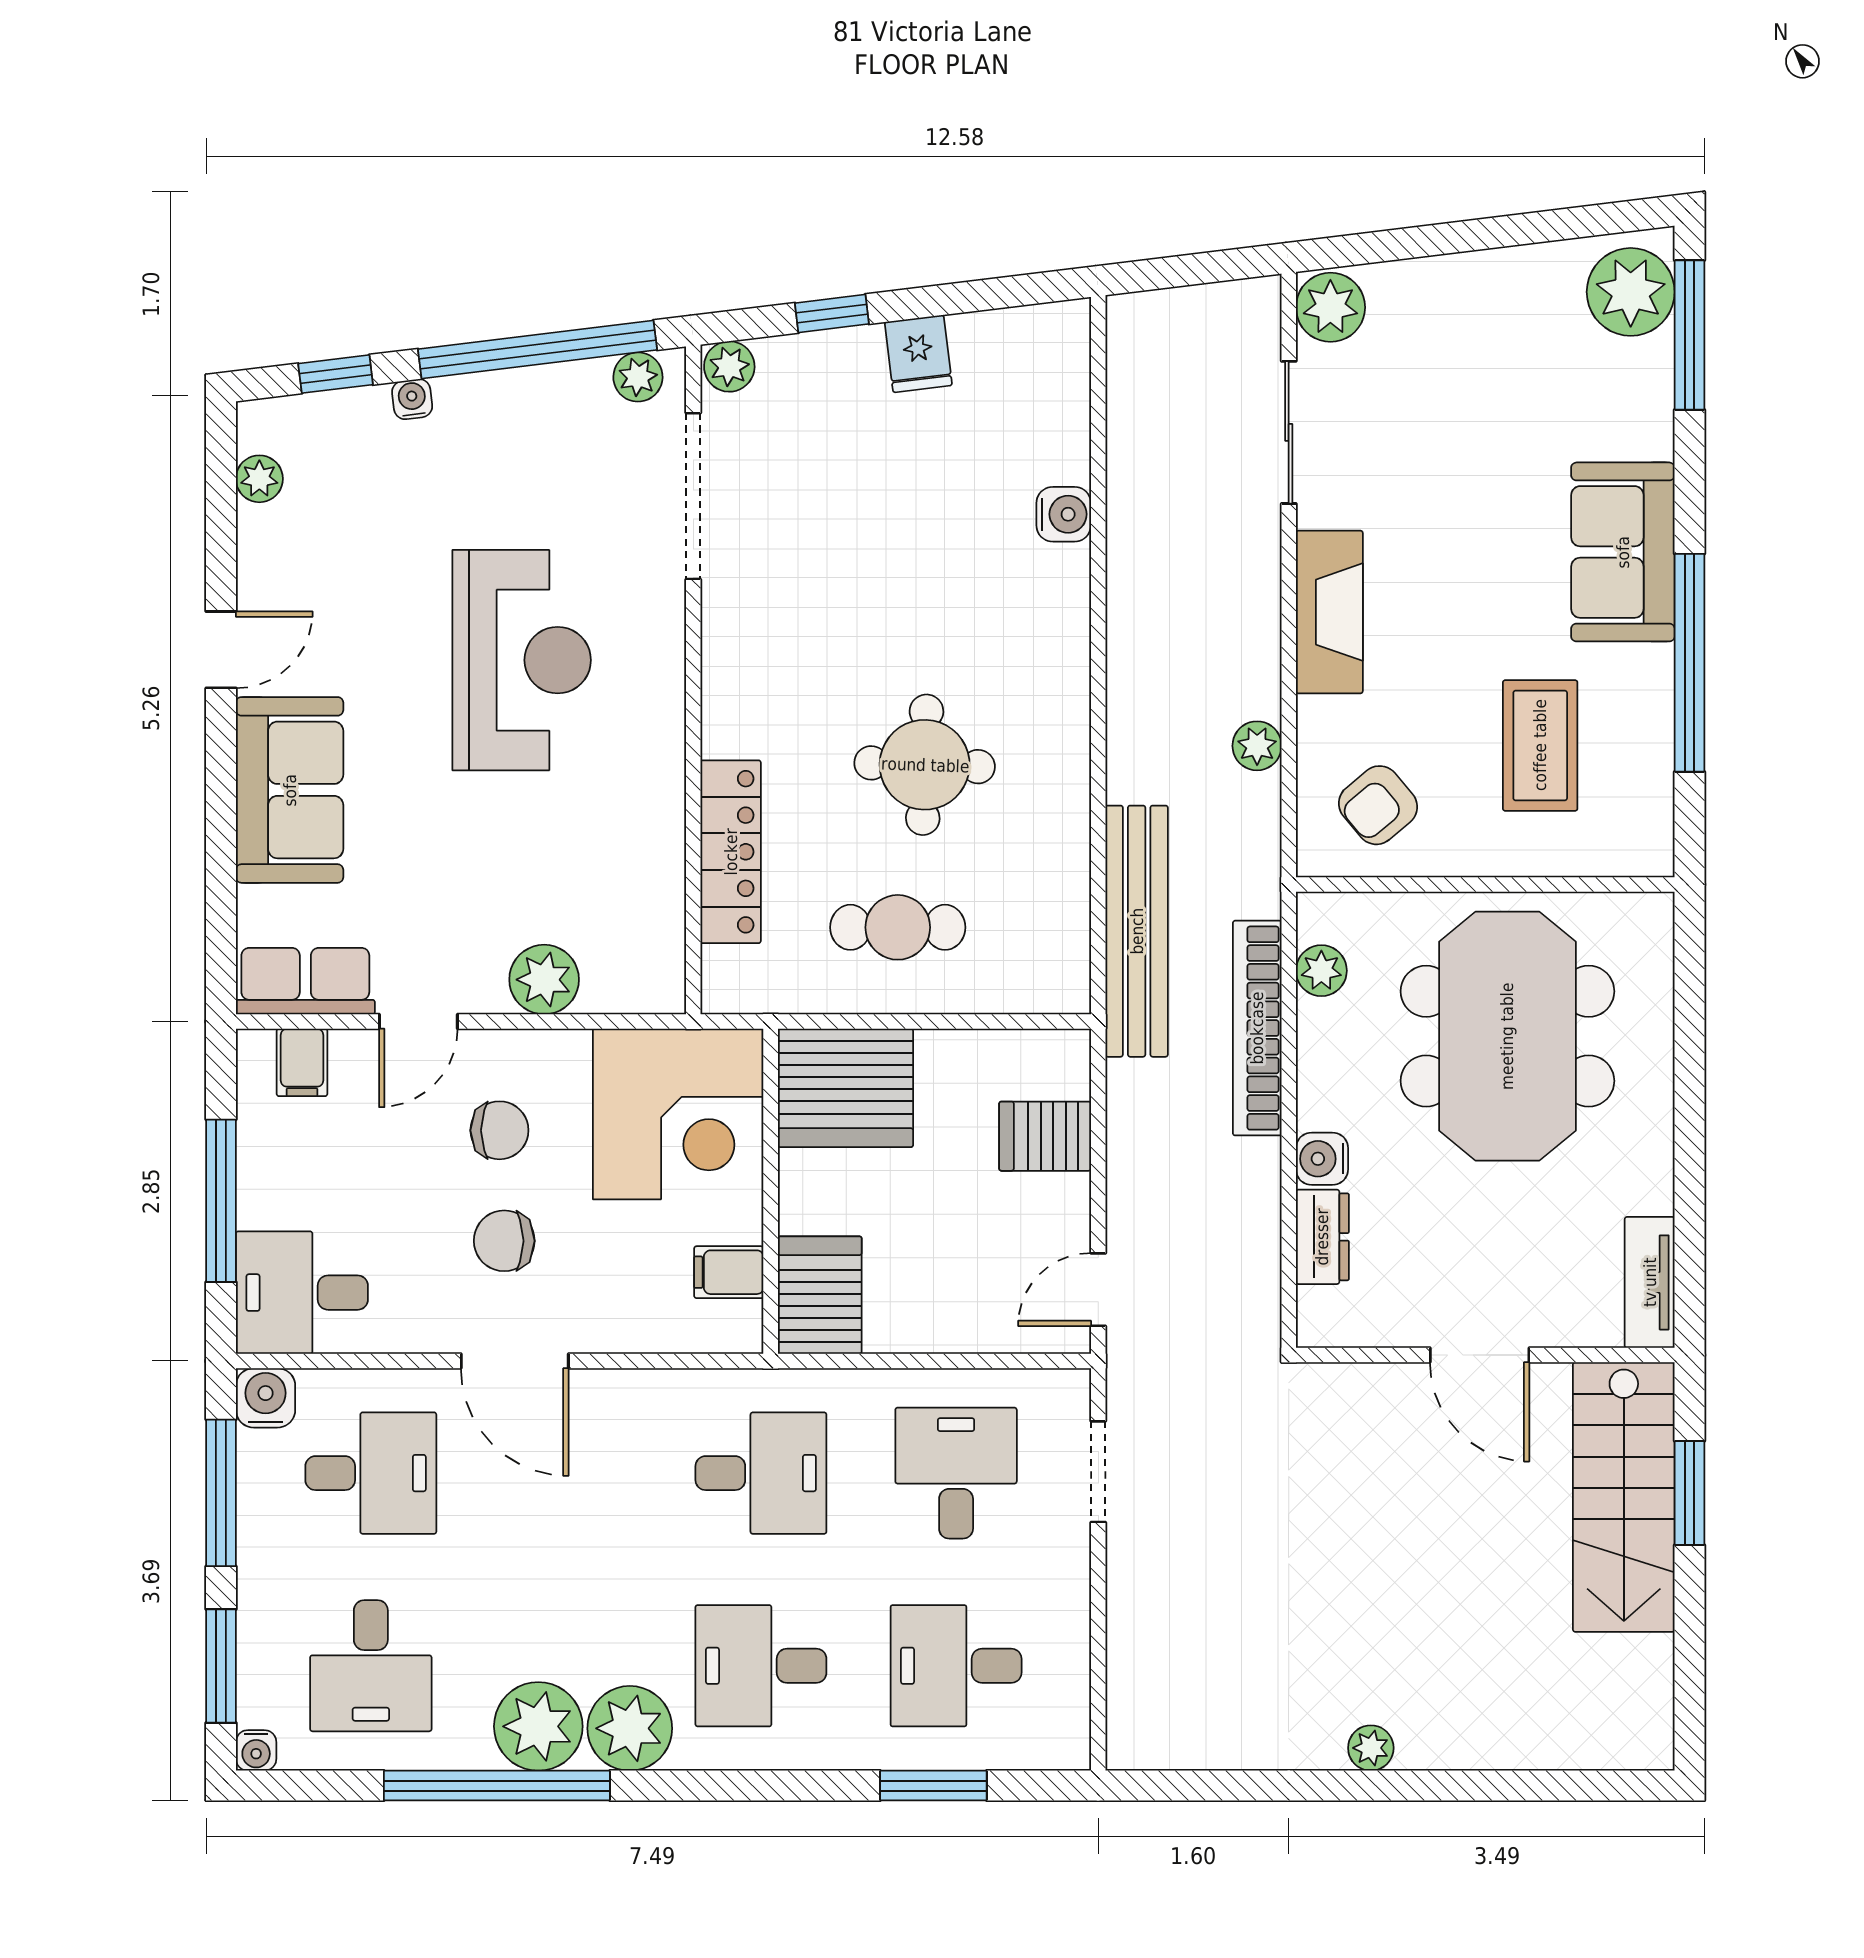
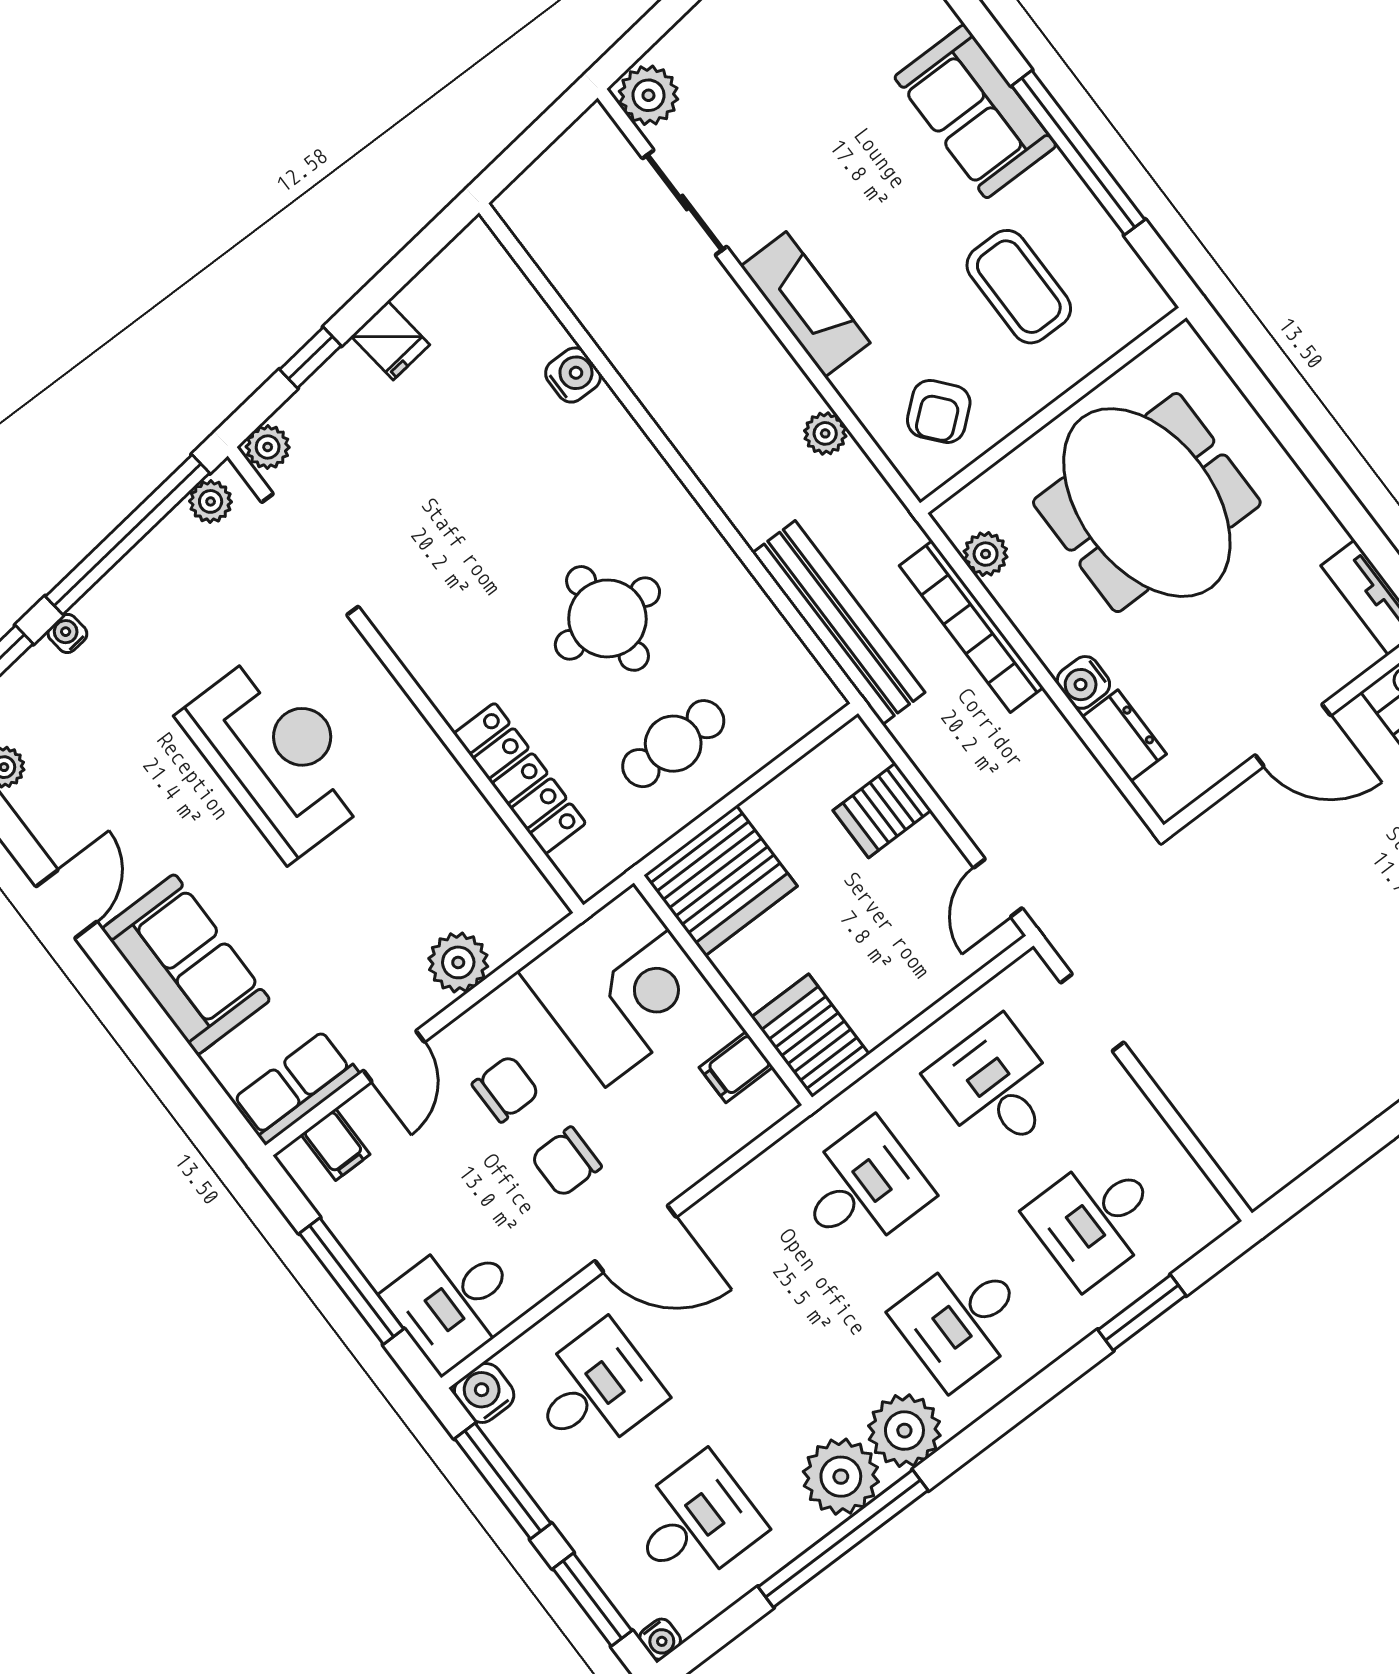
desk: (371, 1666) -> (695, 1522), turned -90

